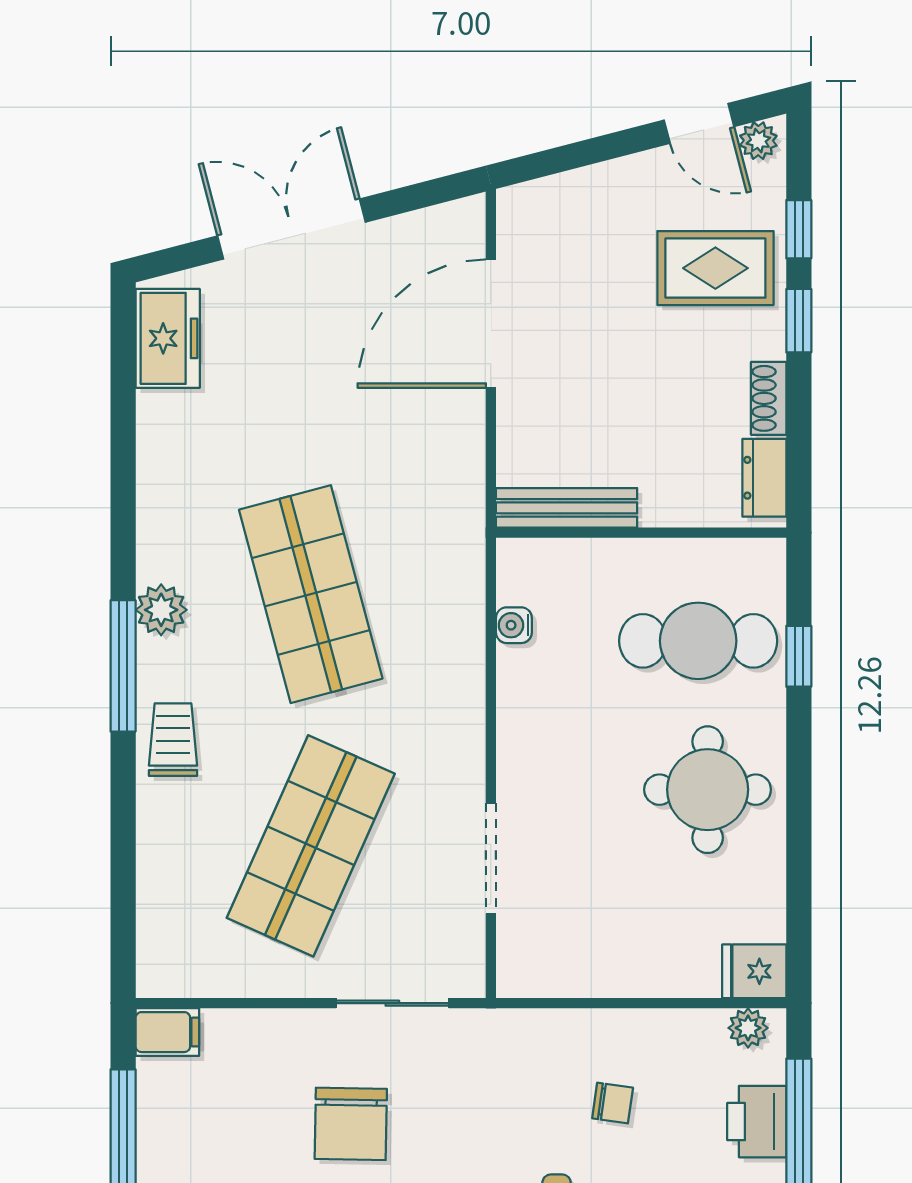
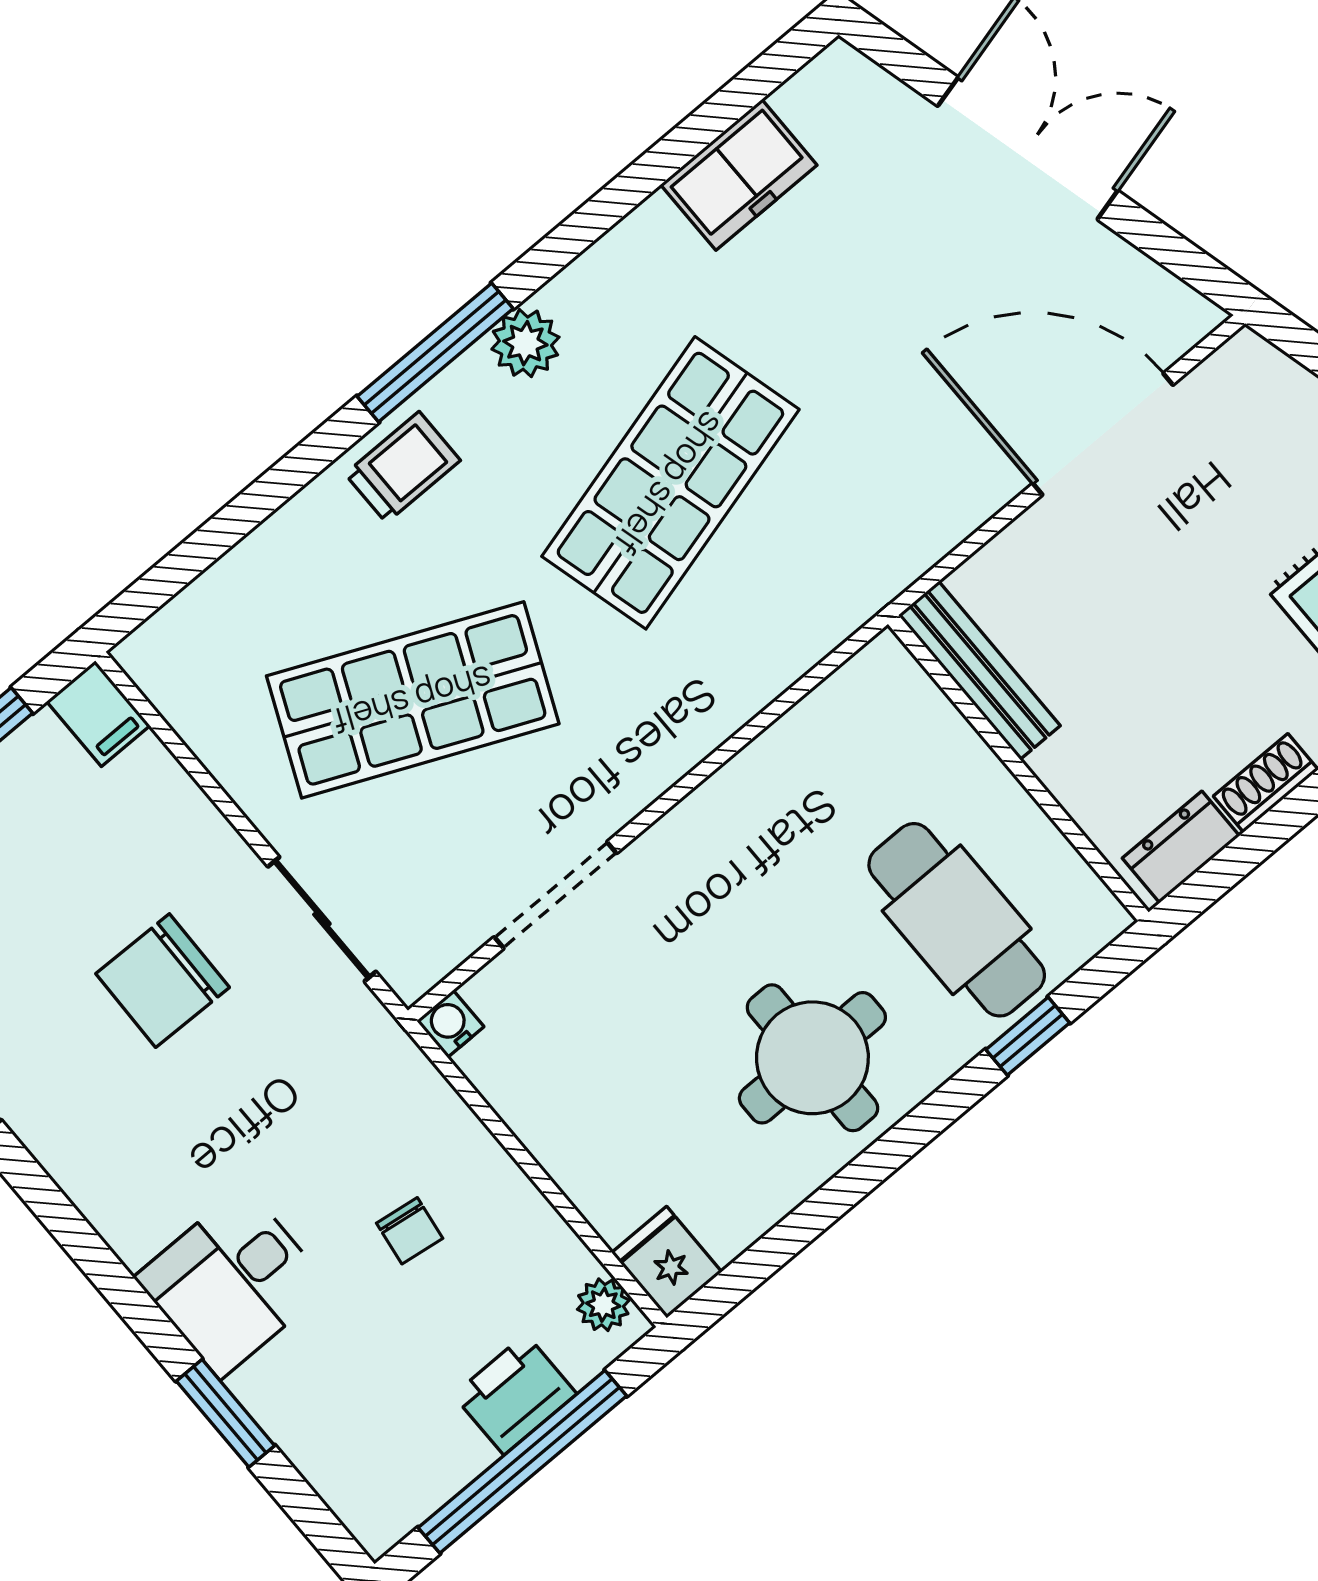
freezer: (168, 338) -> (739, 175), moved
water cooler: (514, 625) -> (450, 1024), moved

